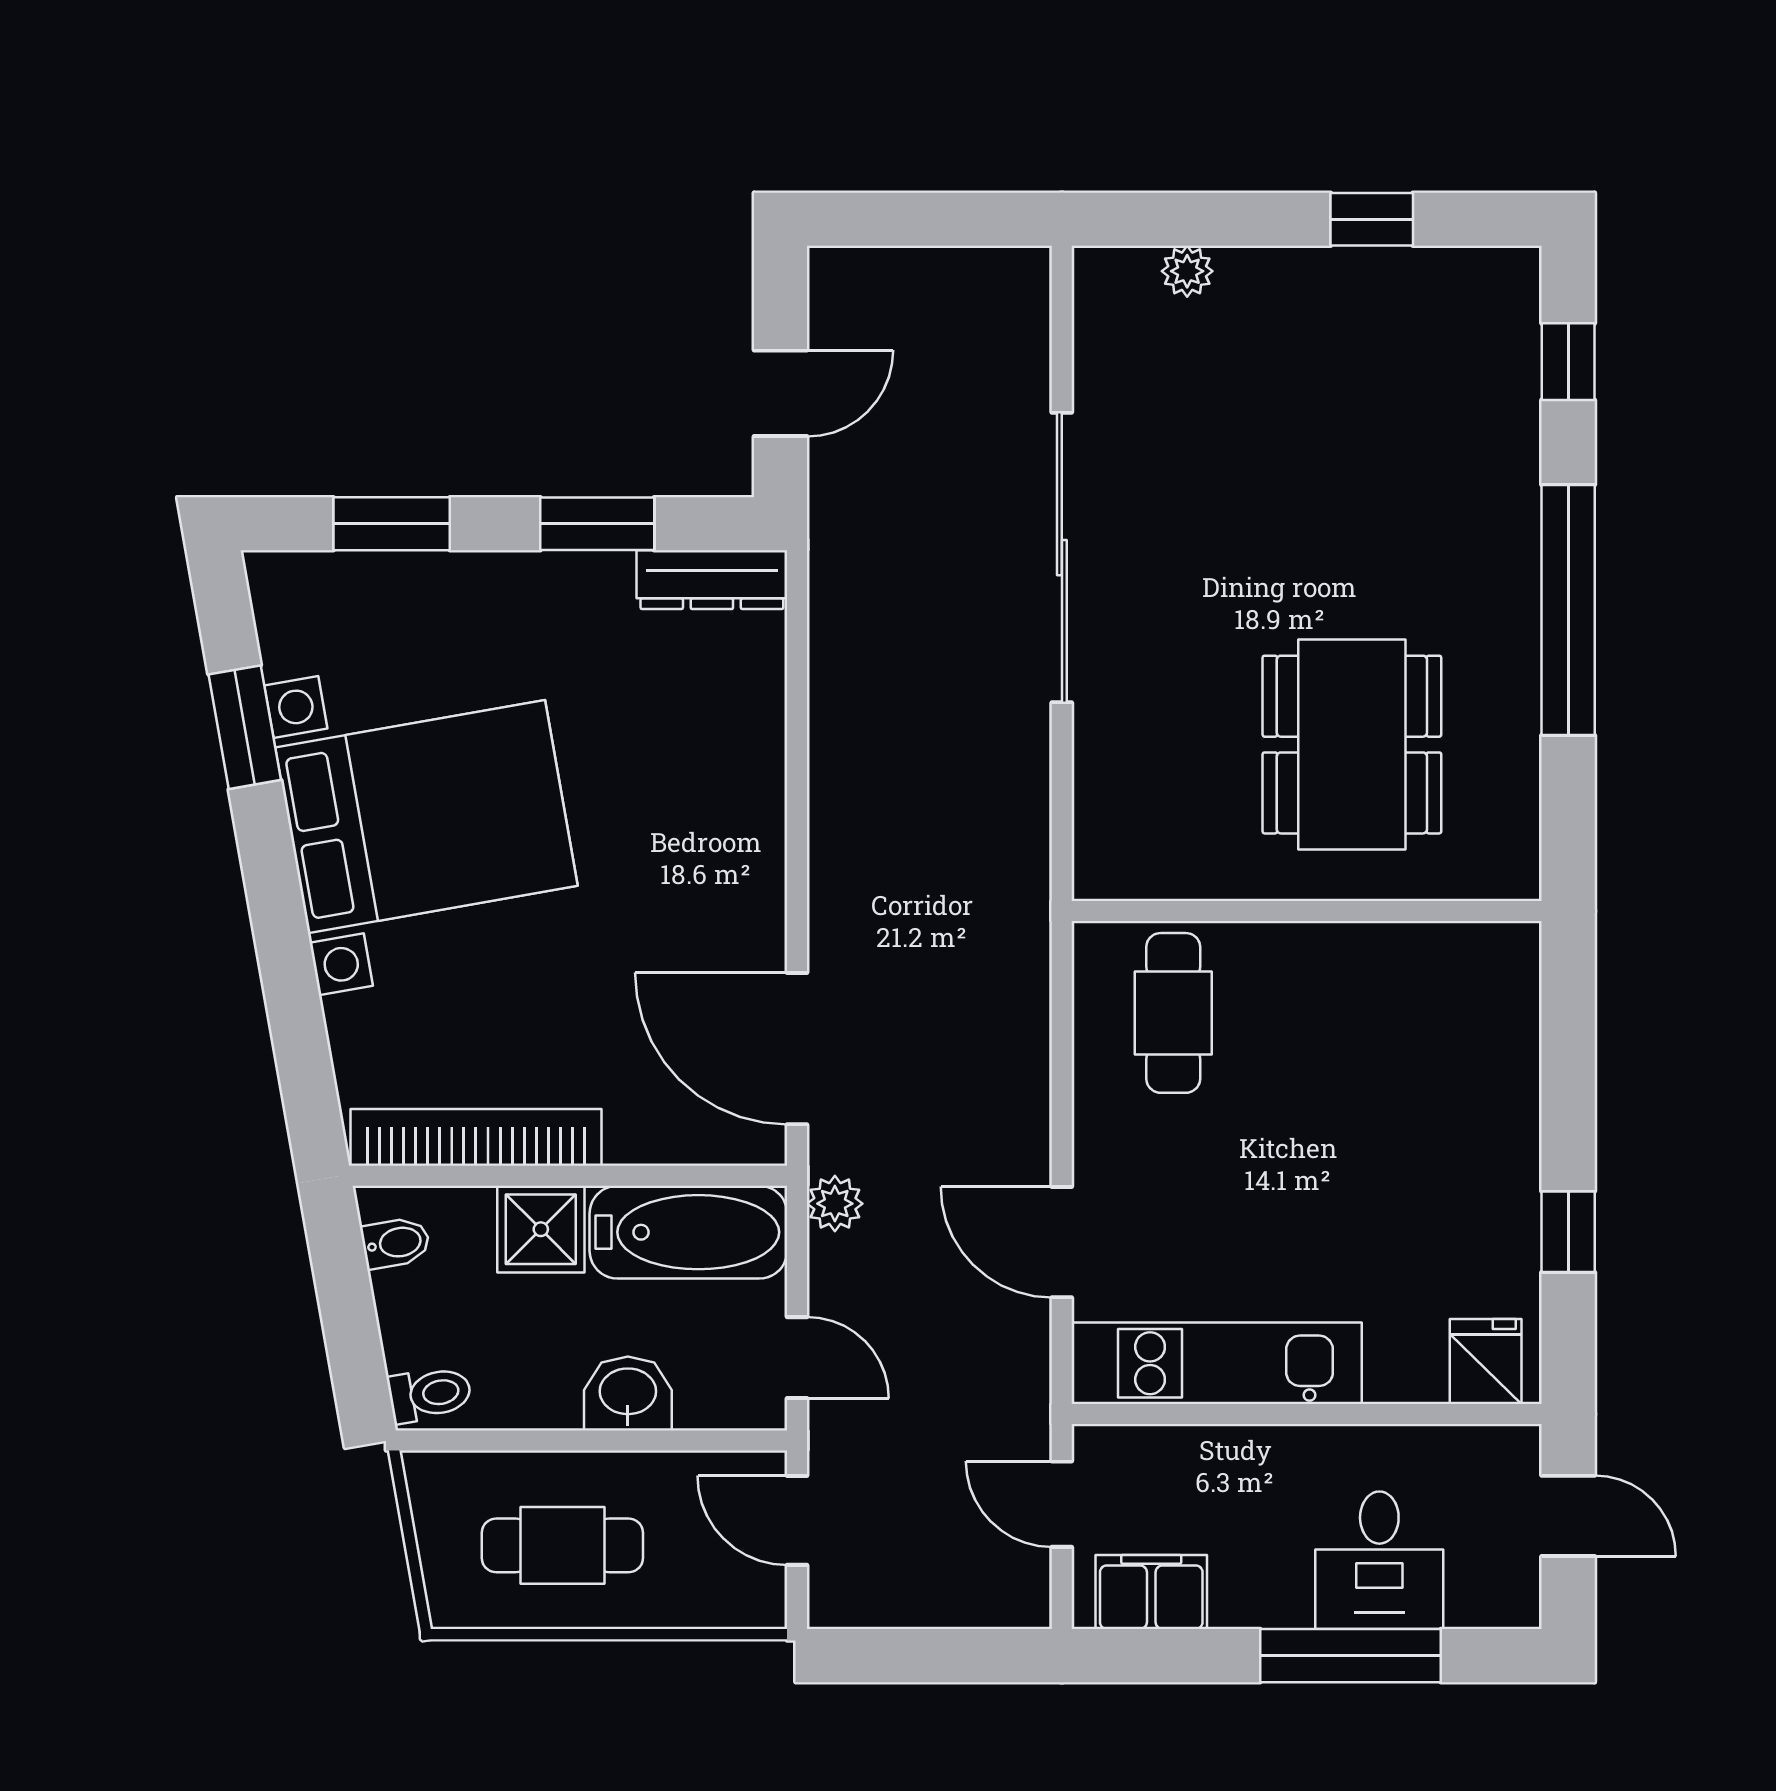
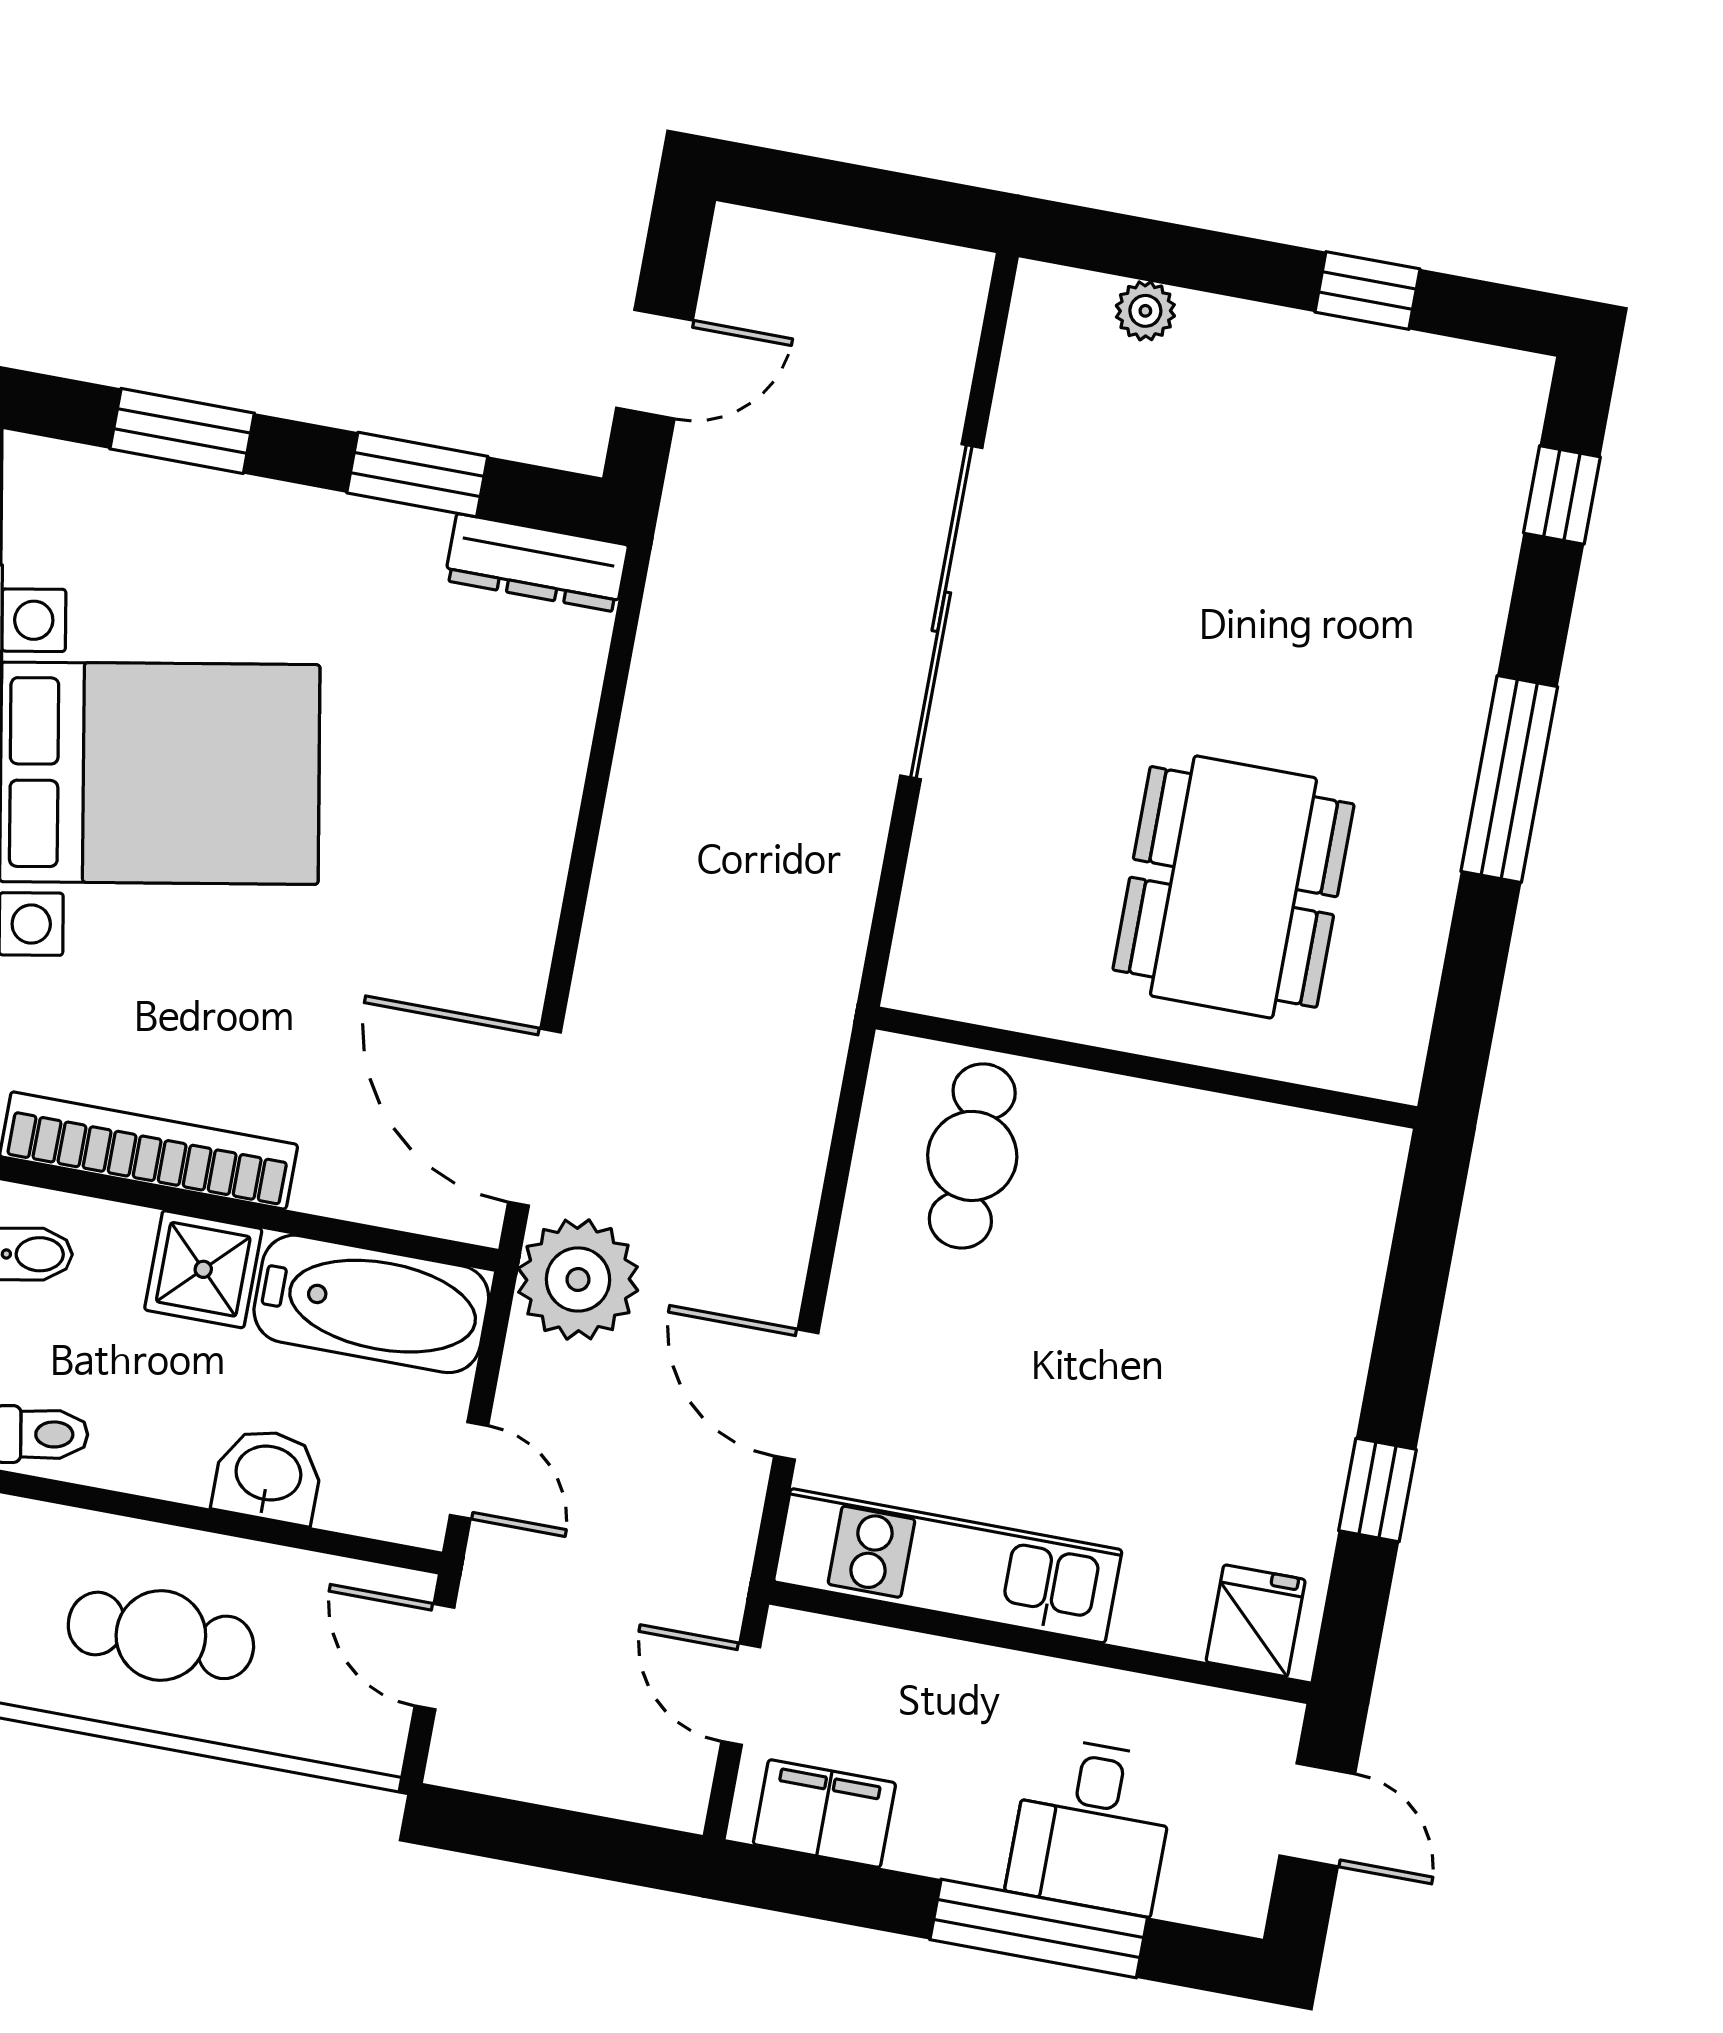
window: (1568, 610) -> (1509, 779), width x0.68
plant: (835, 1204) -> (578, 1280), width x1.87, depth x1.87

